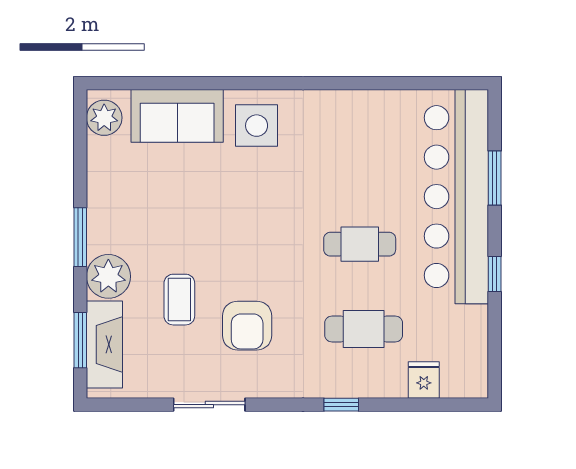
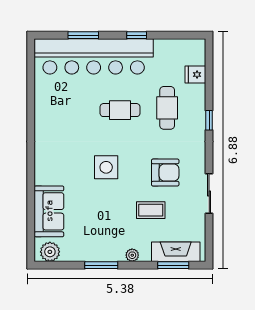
side table: (257, 126) -> (106, 167), moved
window: (80, 237) -> (101, 265), moved
cafe table: (360, 244) -> (120, 110), turned 90
plant: (108, 276) -> (132, 255), width x0.53, depth x0.53

